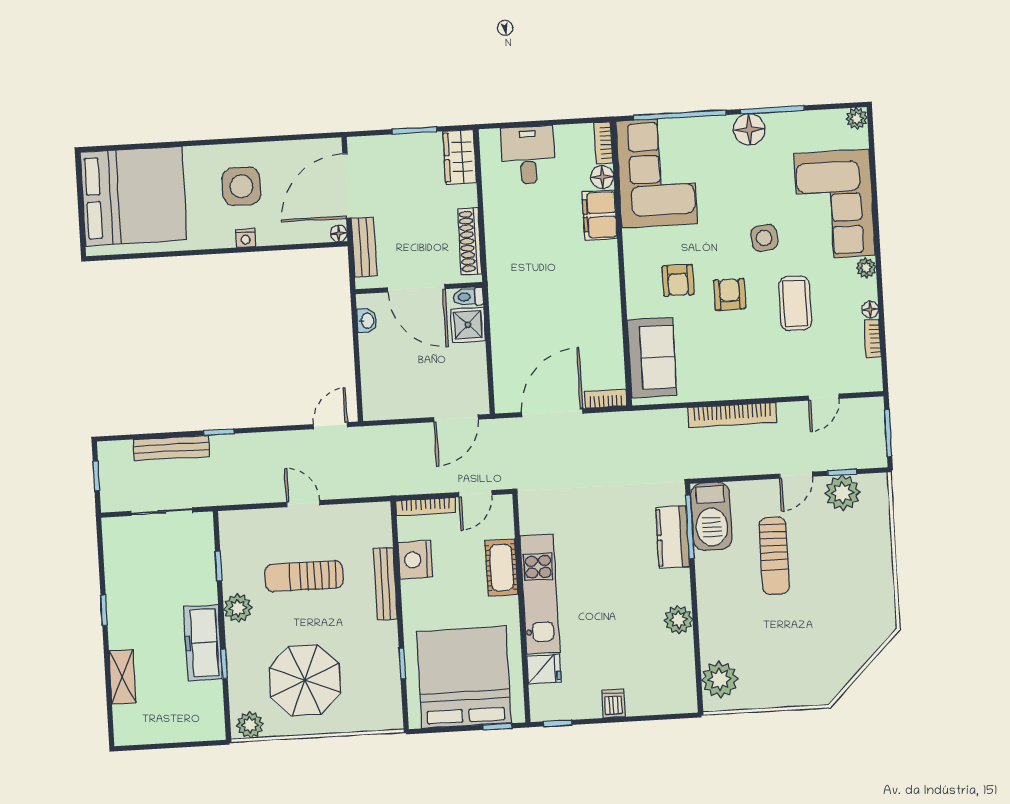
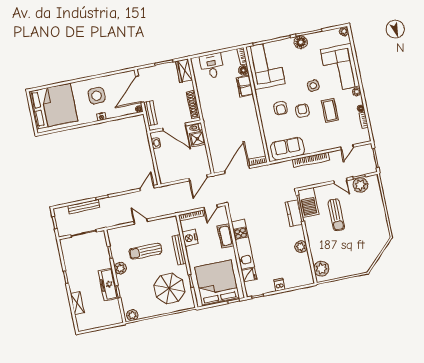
sofa: (652, 358) -> (288, 149), moved, turned -90
door: (796, 475) -> (340, 181), hinge flipped
parasol: (305, 680) -> (169, 289), moved

